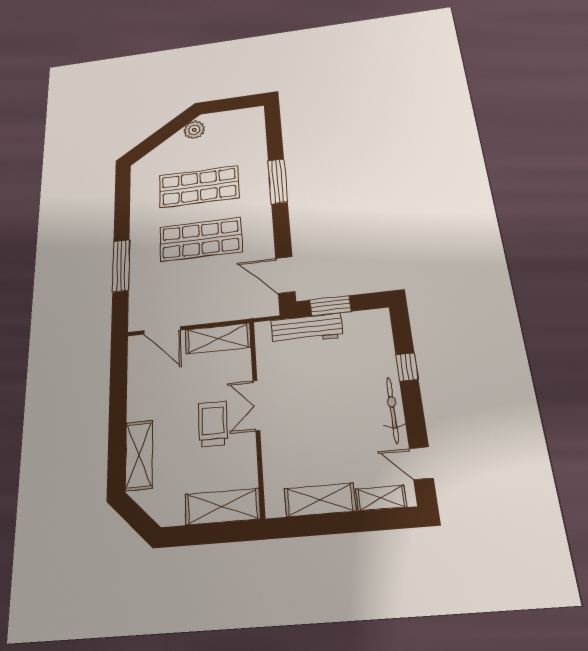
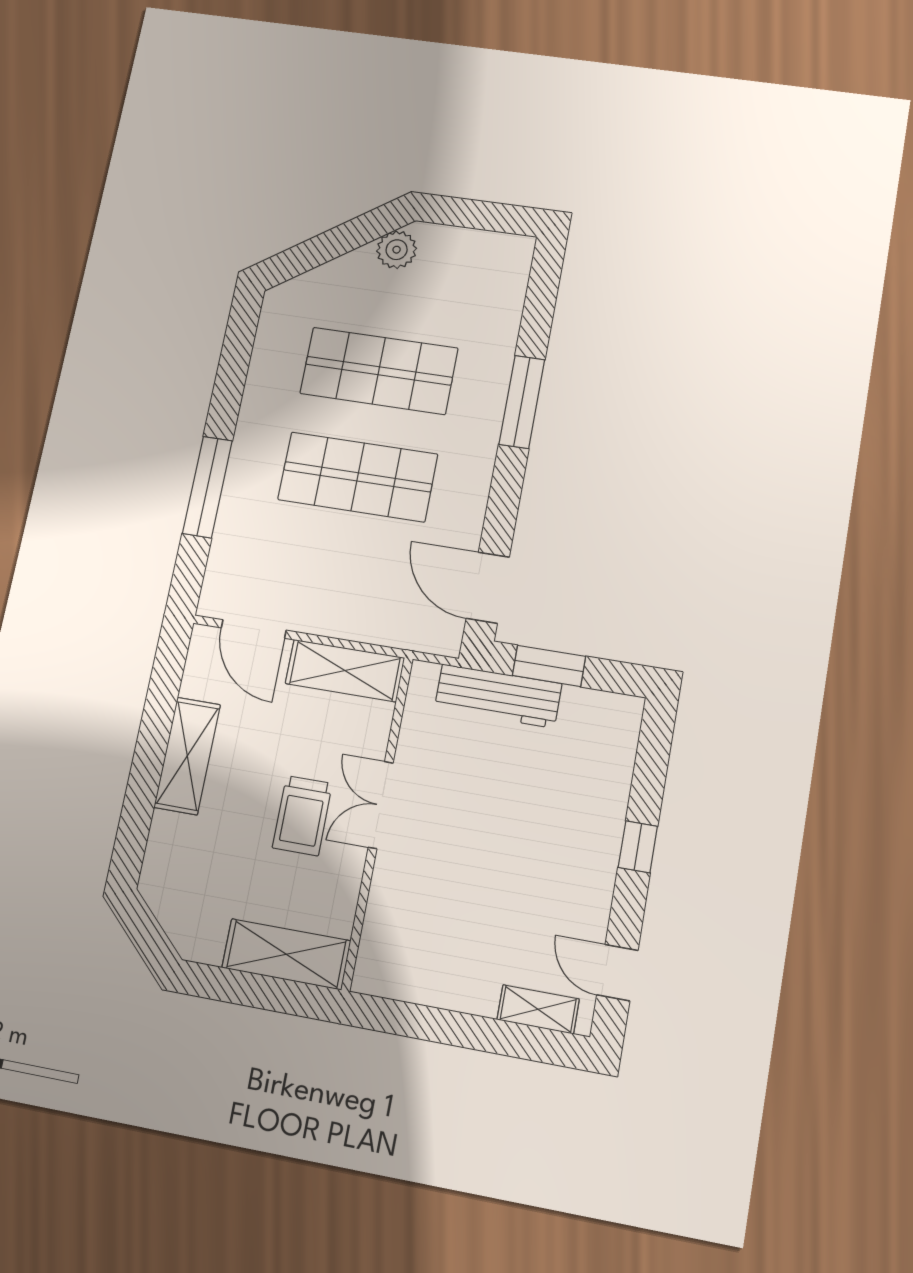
window: (407, 367) -> (638, 847), moved
bicycle: (393, 410) -> (599, 874), removed
trolley: (213, 424) -> (302, 816), turned 180
shelving: (139, 455) -> (187, 756), moved
shelving: (320, 500) -> (442, 986), removed

